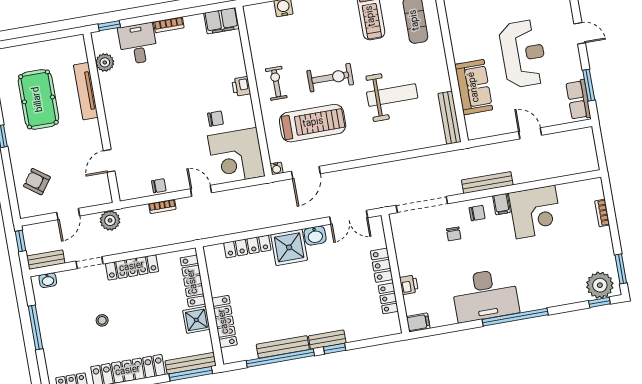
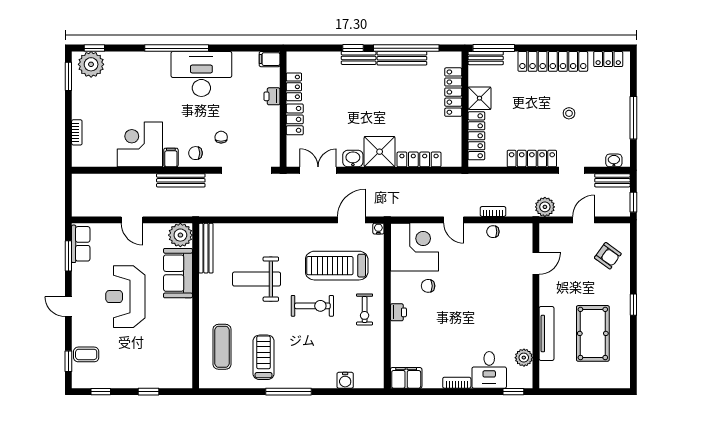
exercise bike: (330, 78) -> (312, 306), turned 180
plant: (478, 126) -> (180, 235), added
bench: (191, 363) -> (486, 58), width x0.73

